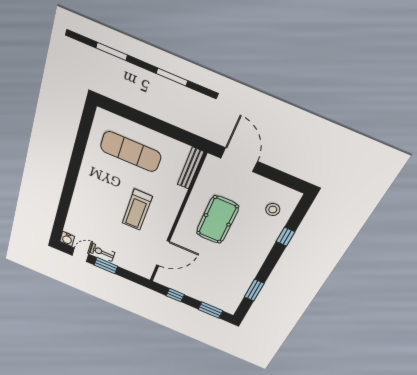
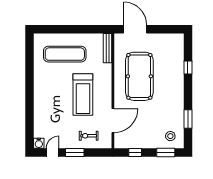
treadmill: (137, 210) -> (83, 94), width x1.37, depth x1.38
stool: (273, 210) -> (170, 136), moved
pool table: (217, 220) -> (139, 76), width x1.36, depth x1.32
exercise bike: (102, 253) -> (89, 136), moved

